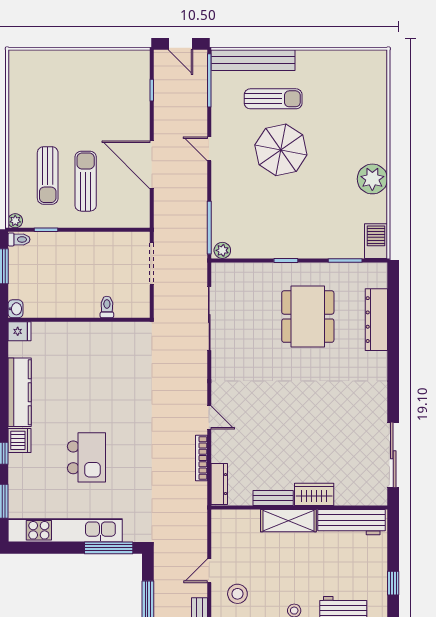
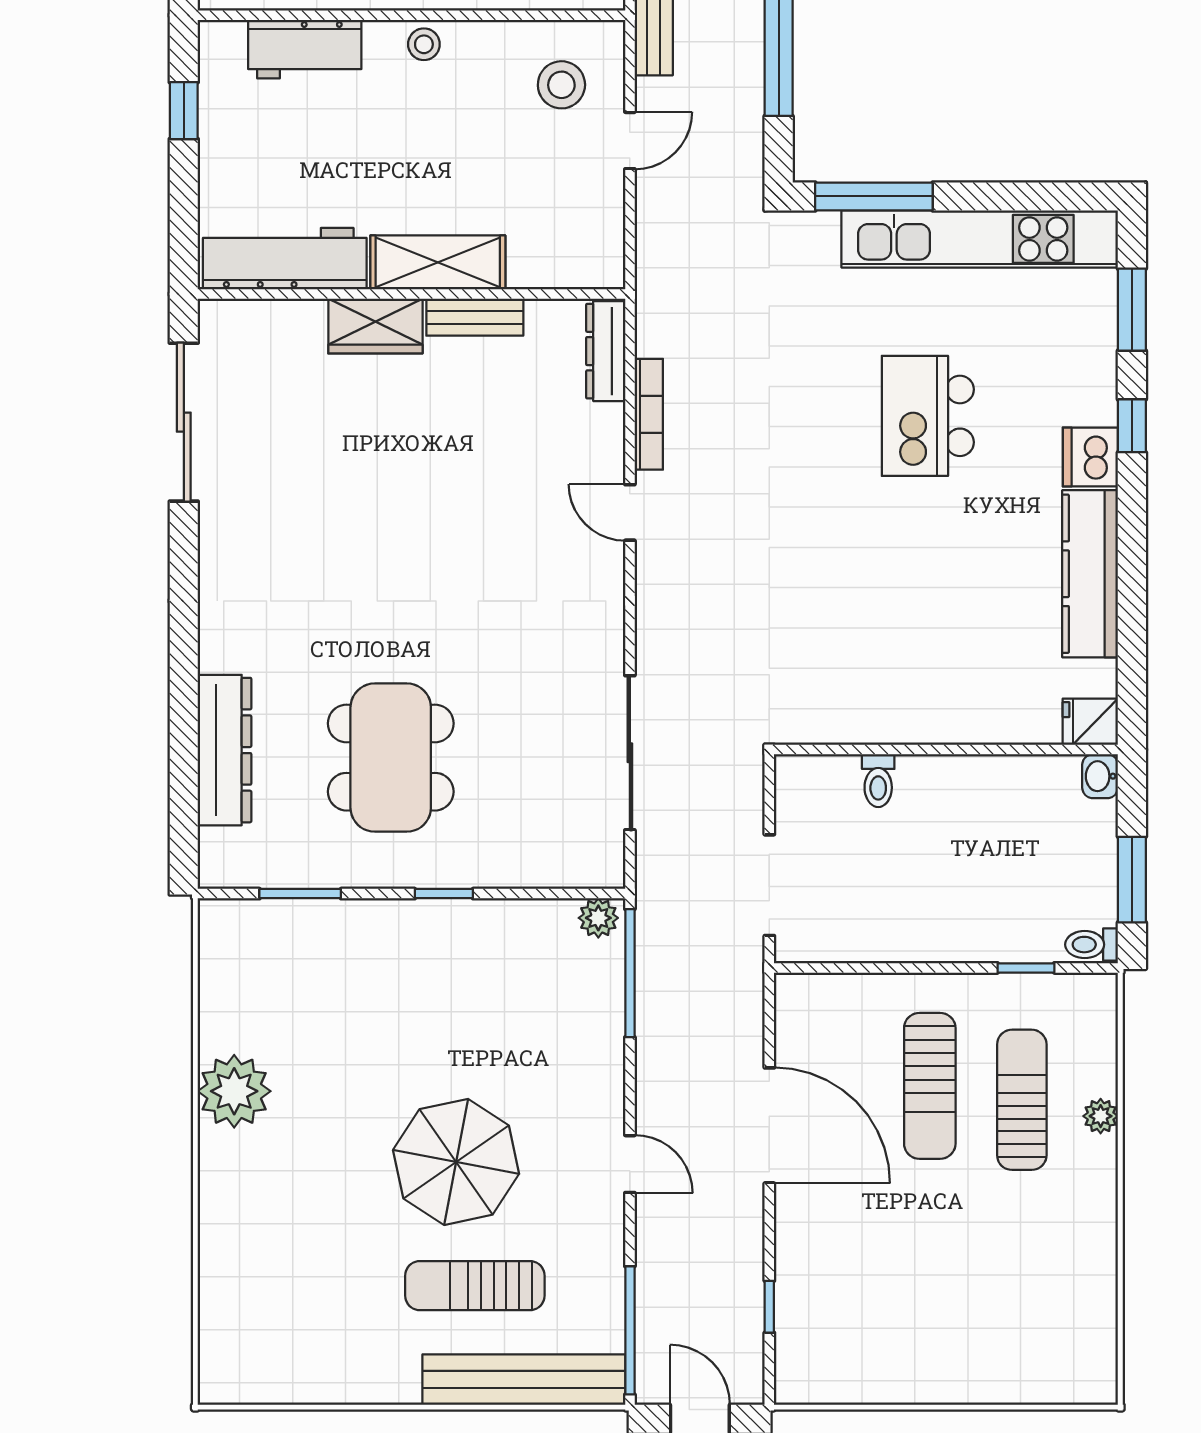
plant: (15, 221) -> (1101, 1116), moved
barbecue: (376, 241) -> (225, 940), removed

